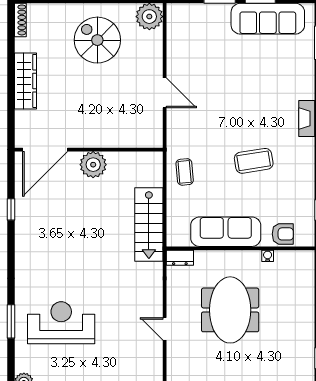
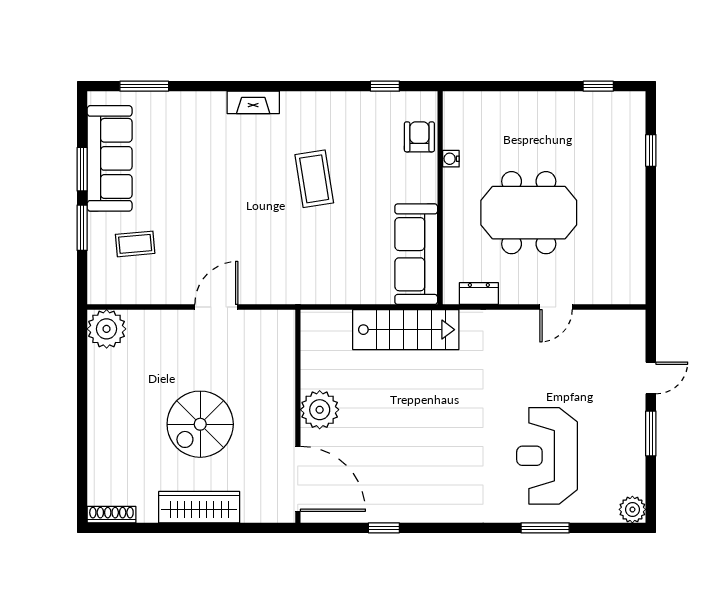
spiral stairs: (97, 40) -> (200, 424), moved
coffee table: (185, 172) -> (135, 244), moved
sofa: (226, 232) -> (416, 254), moved
dresser: (180, 258) -> (479, 294), moved, turned -90

